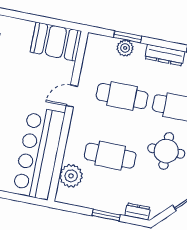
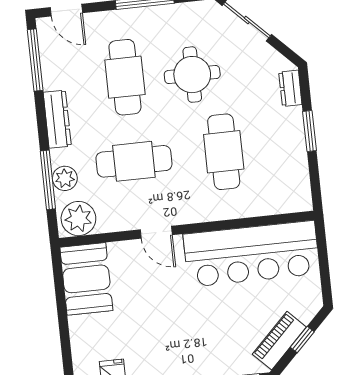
window: (128, 37) -> (48, 180), width x1.44
cafe table: (122, 96) -> (134, 161), turned 90
plant: (71, 176) -> (78, 219), moved

